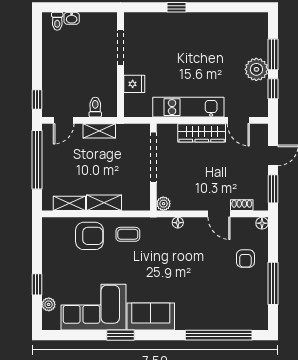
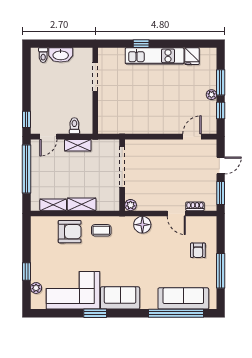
washbasin: (72, 18) -> (61, 55), width x1.91, depth x1.45
plant: (256, 69) -> (211, 95), width x0.53, depth x0.53
fridge: (134, 84) -> (192, 56), moved, turned 90
kitchen unit: (188, 107) -> (155, 56), moved, turned 180
door: (238, 120) -> (192, 137), swing flipped
wardrobe: (202, 133) -> (162, 147), removed
floor lamp: (178, 223) -> (142, 225), width x1.89, depth x1.89
floor lamp: (262, 223) -> (212, 221), removed
sofa: (228, 317) -> (183, 298), added

